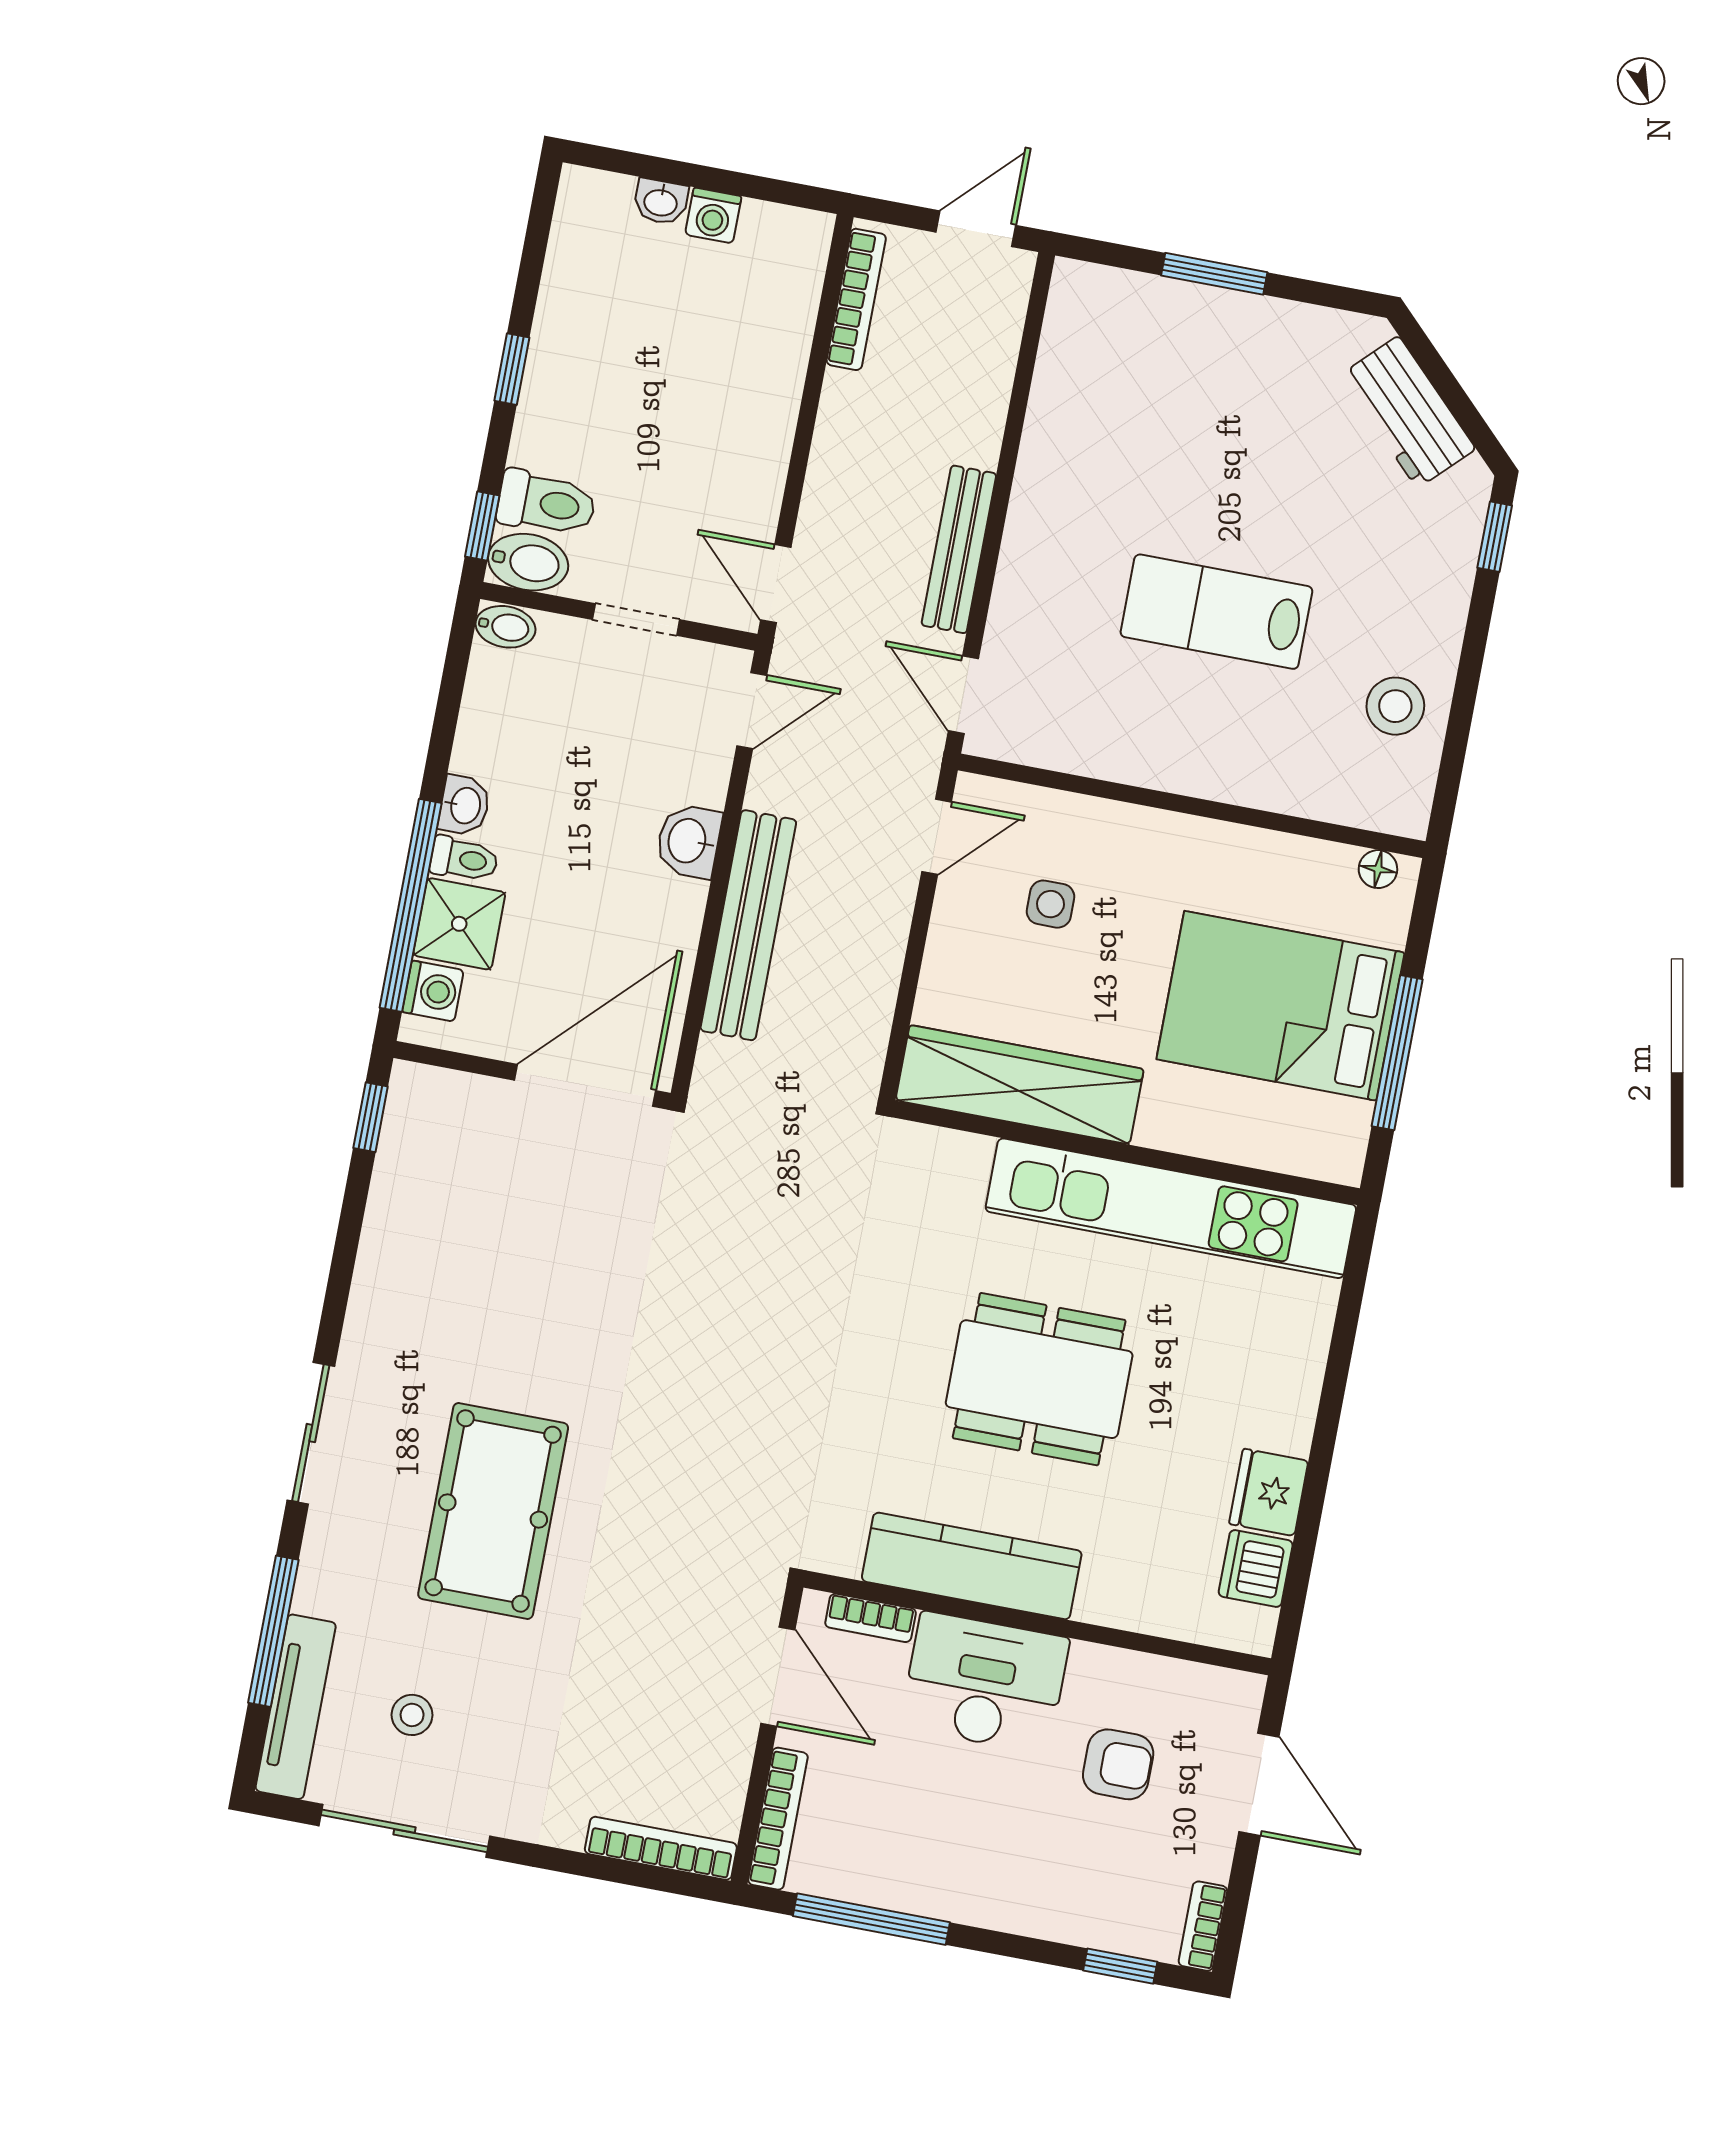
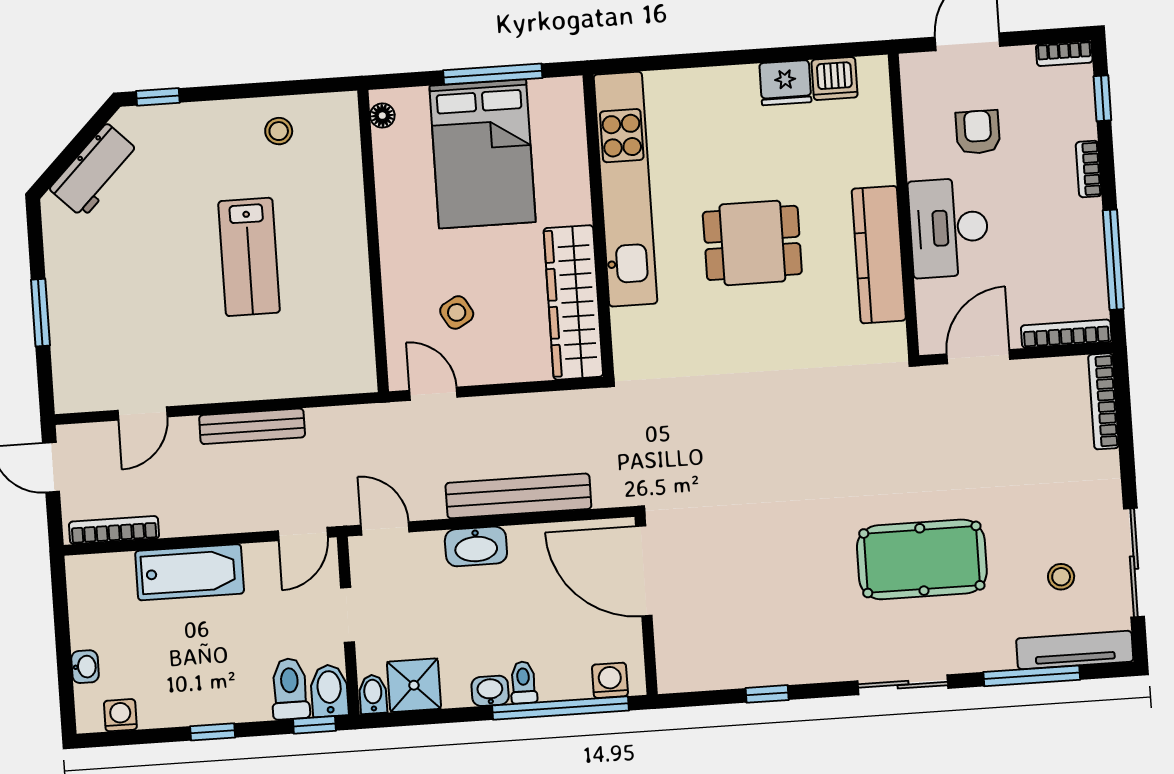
washing machine: (713, 215) -> (120, 715), moved, turned -90
bathtub: (762, 397) -> (190, 572), added
door: (963, 695) -> (142, 414), moved
stool: (1395, 706) -> (279, 131), width x0.73, depth x0.73
washbasin: (689, 841) -> (476, 546), width x1.38
side table: (1050, 904) -> (457, 312), turned -30
shower: (459, 924) -> (414, 685), moved
window: (371, 1117) -> (767, 694), moved
dining table: (1039, 1379) -> (752, 243), width x0.73
bookcase: (871, 1618) -> (1089, 169), moved, turned 180

